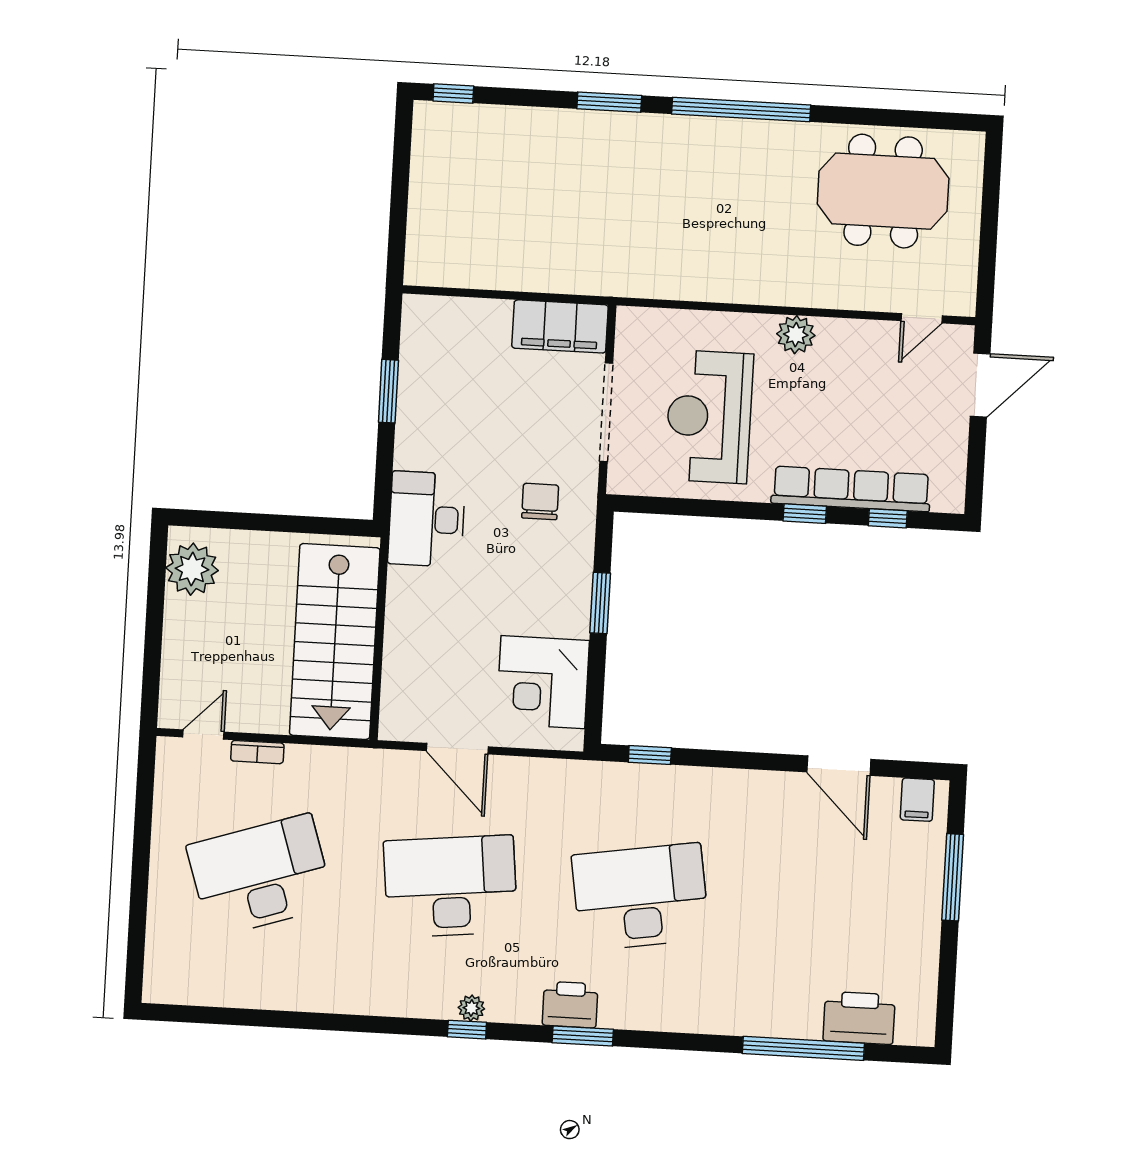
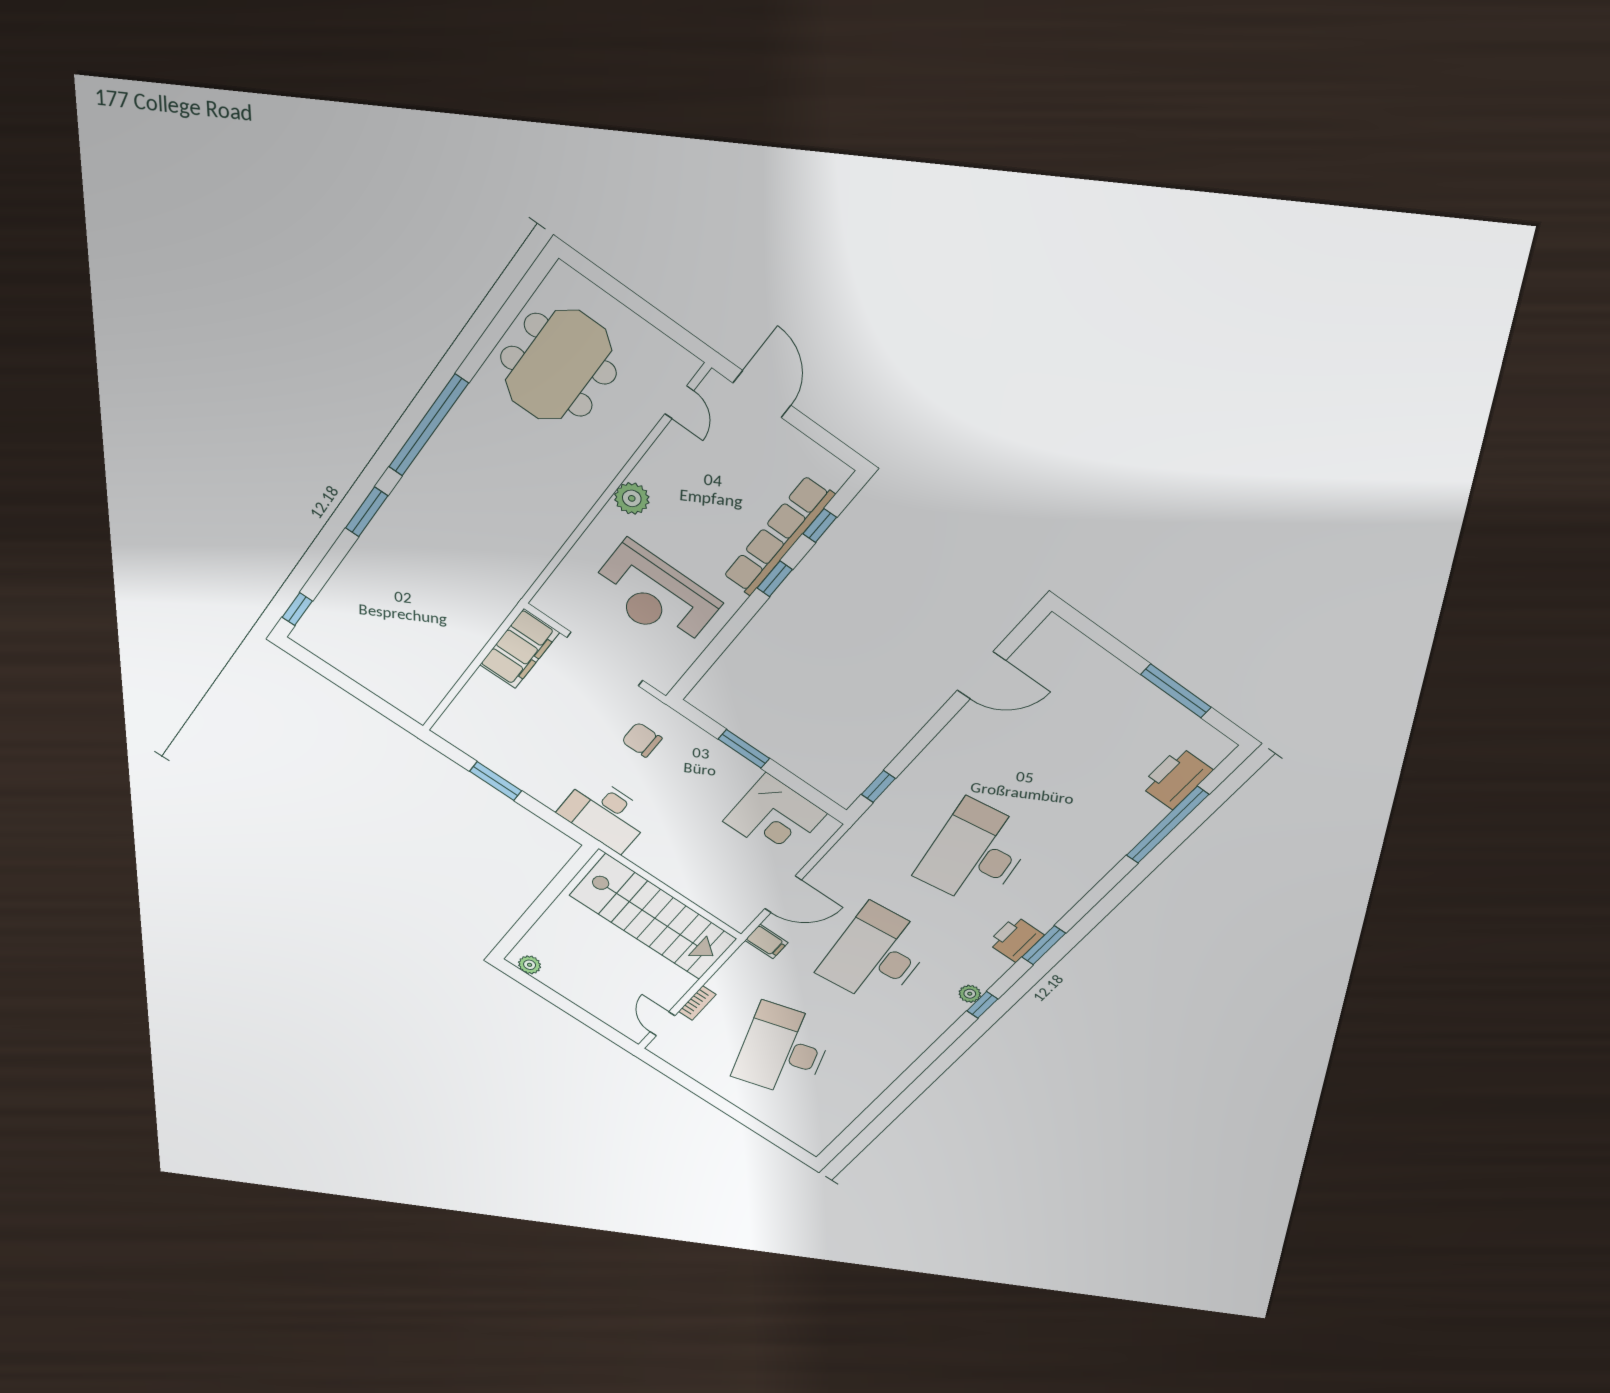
plant: (192, 569) -> (530, 965), width x0.53, depth x0.53
filing cabinet: (917, 800) -> (766, 941), moved
window: (953, 877) -> (1176, 691), moved

